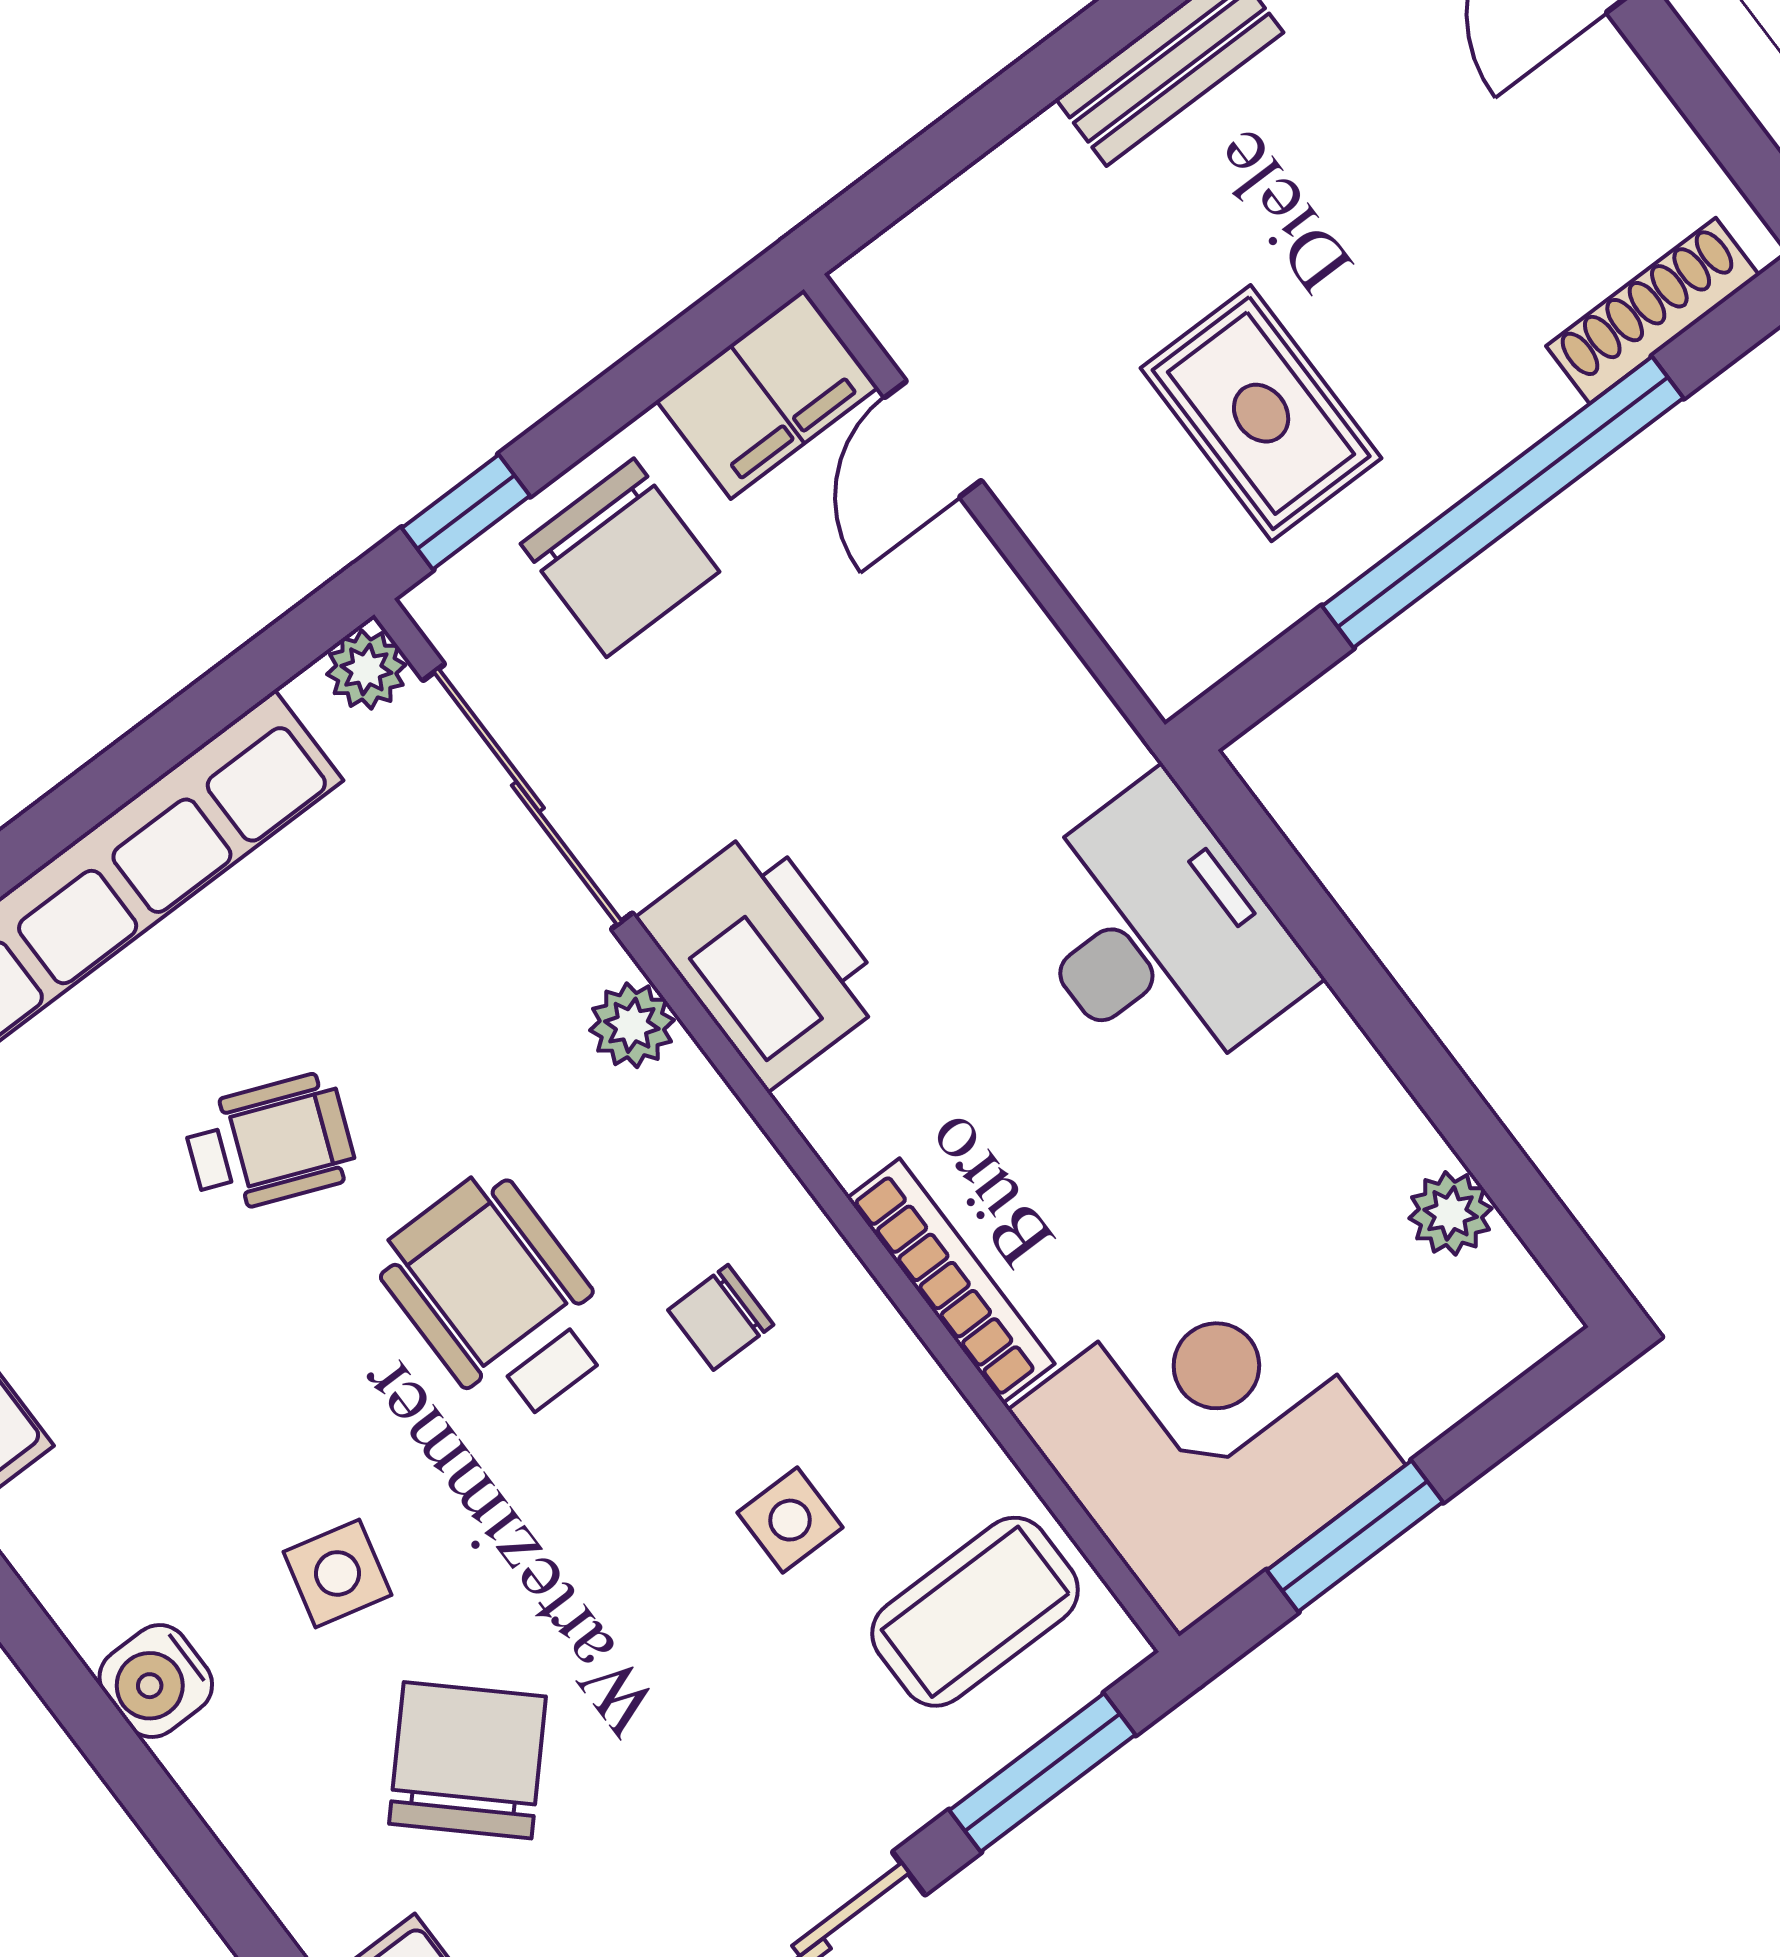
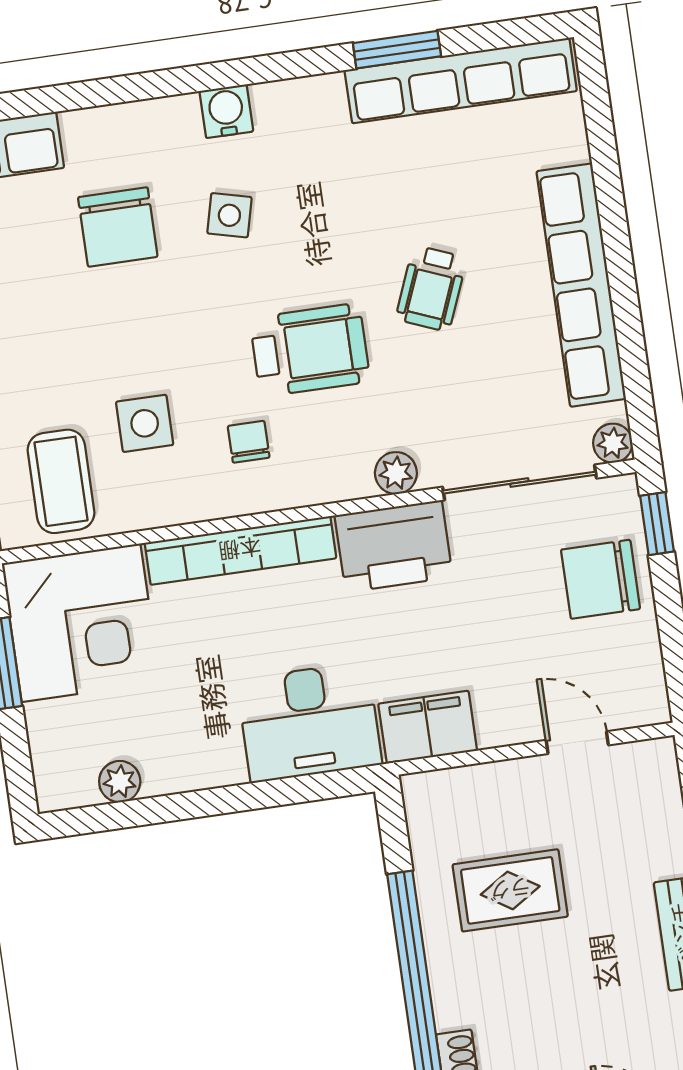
filing cabinet: (767, 394) -> (428, 727), moved, turned 90
bookcase: (951, 1281) -> (240, 550), width x1.48, depth x1.31
side table: (790, 1520) -> (145, 423), width x1.37, depth x1.37
chair: (468, 1760) -> (118, 227), turned 47

